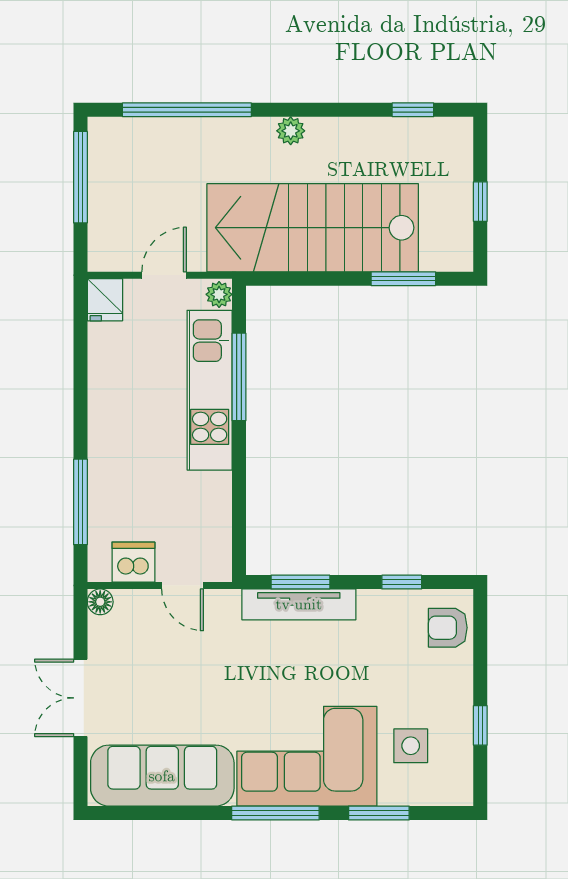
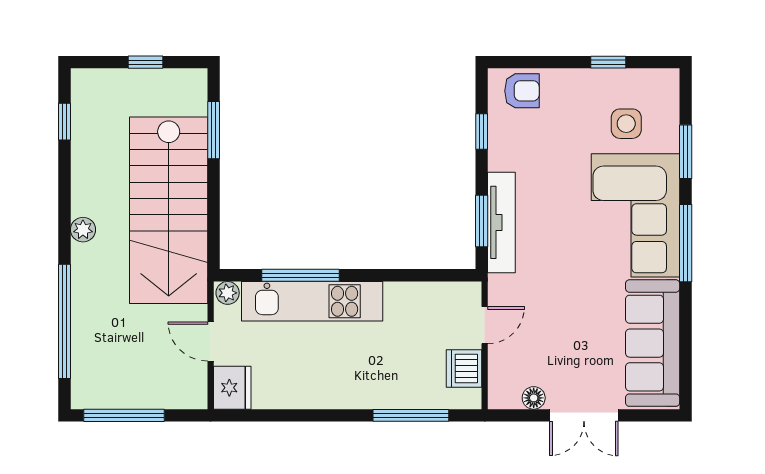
fridge: (105, 300) -> (232, 388), width x1.38
floor lamp: (100, 602) -> (534, 398), moved
armchair: (448, 628) -> (522, 91), turned -90

